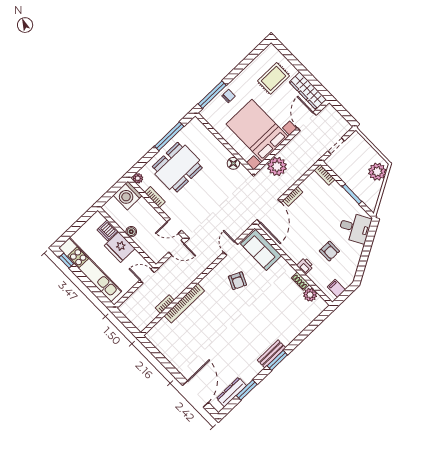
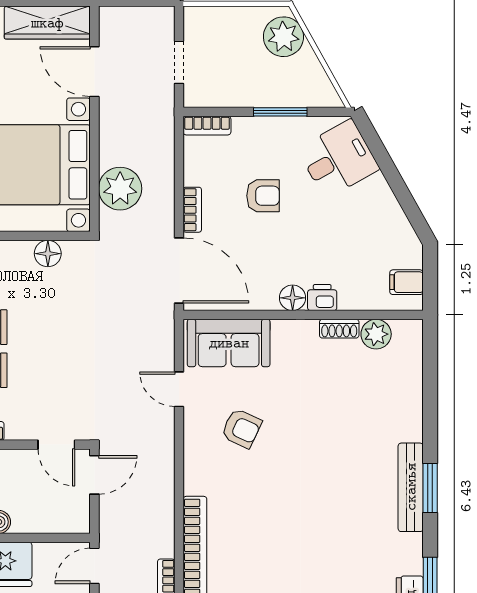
door: (174, 226) -> (56, 445), hinge flipped
armchair: (329, 251) -> (263, 196), moved
floor lamp: (296, 256) -> (293, 298), added
bench: (271, 354) -> (411, 487), width x1.36

